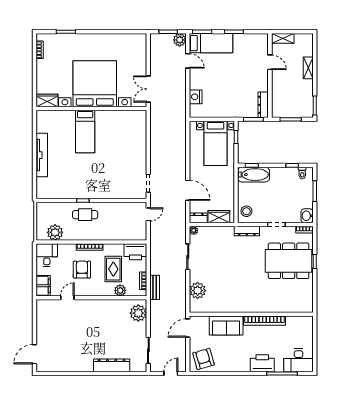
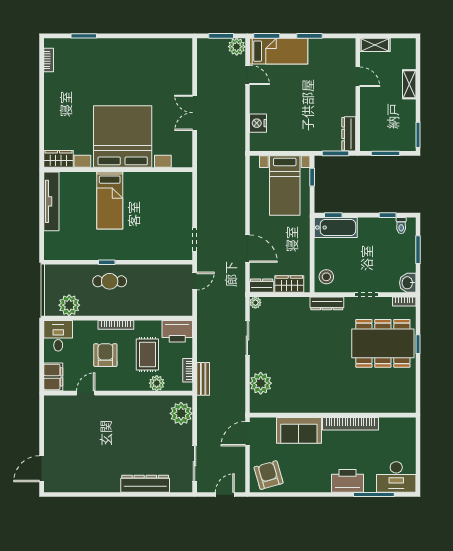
bed with nightstands: (95, 84) -> (123, 136), moved
wardrobe: (47, 100) -> (58, 159), moved
wall: (91, 108) -> (118, 170), moved
bed: (85, 131) -> (110, 200), moved

